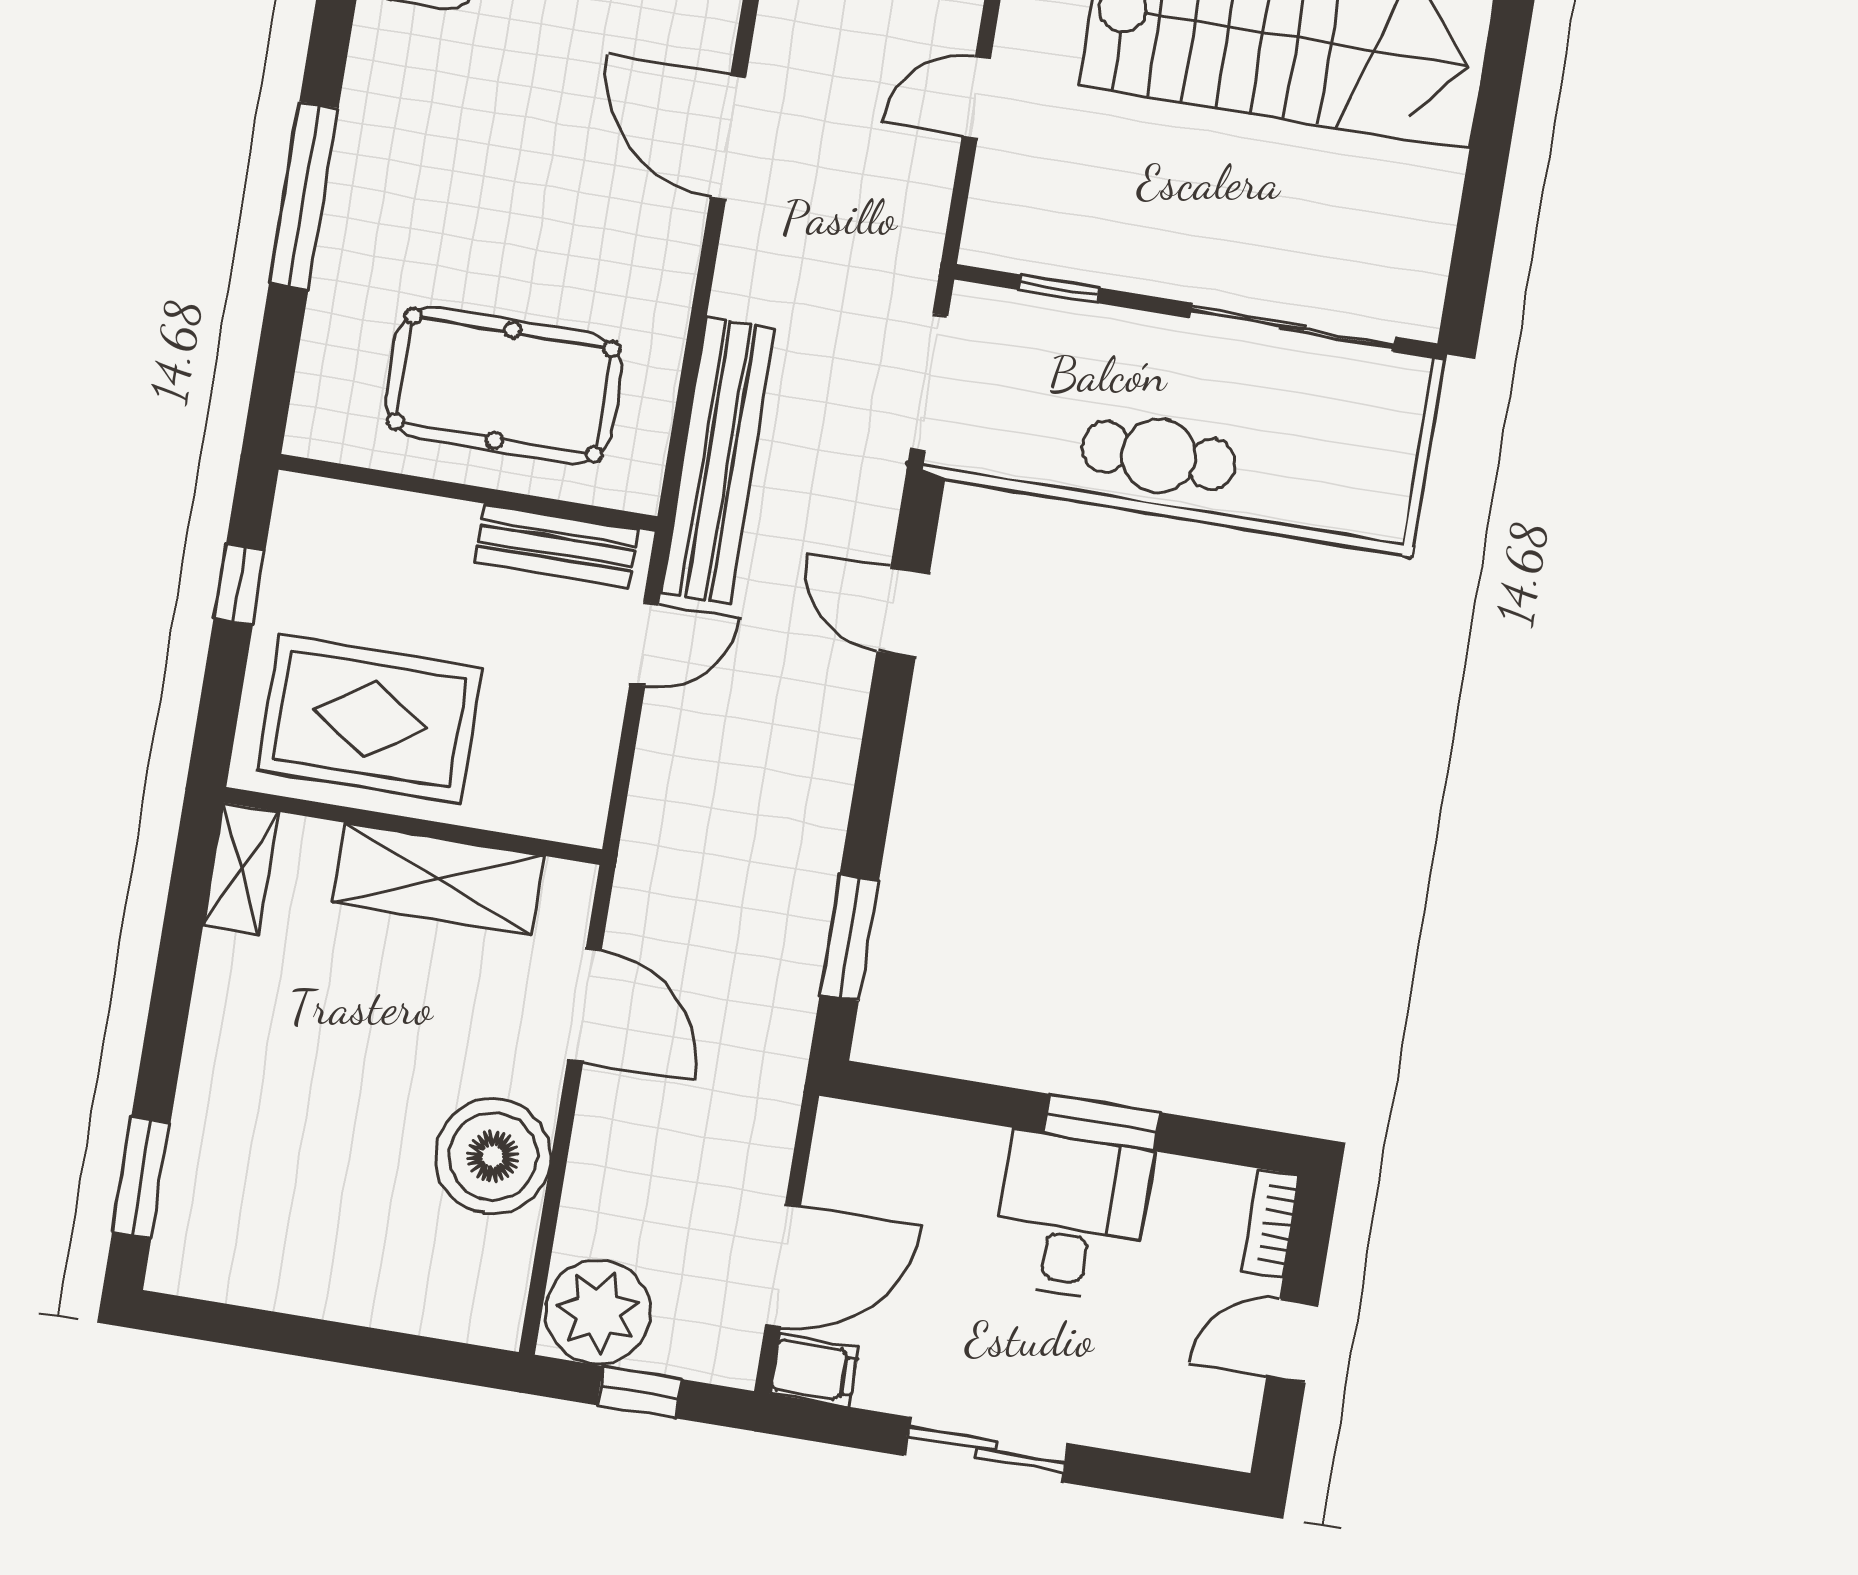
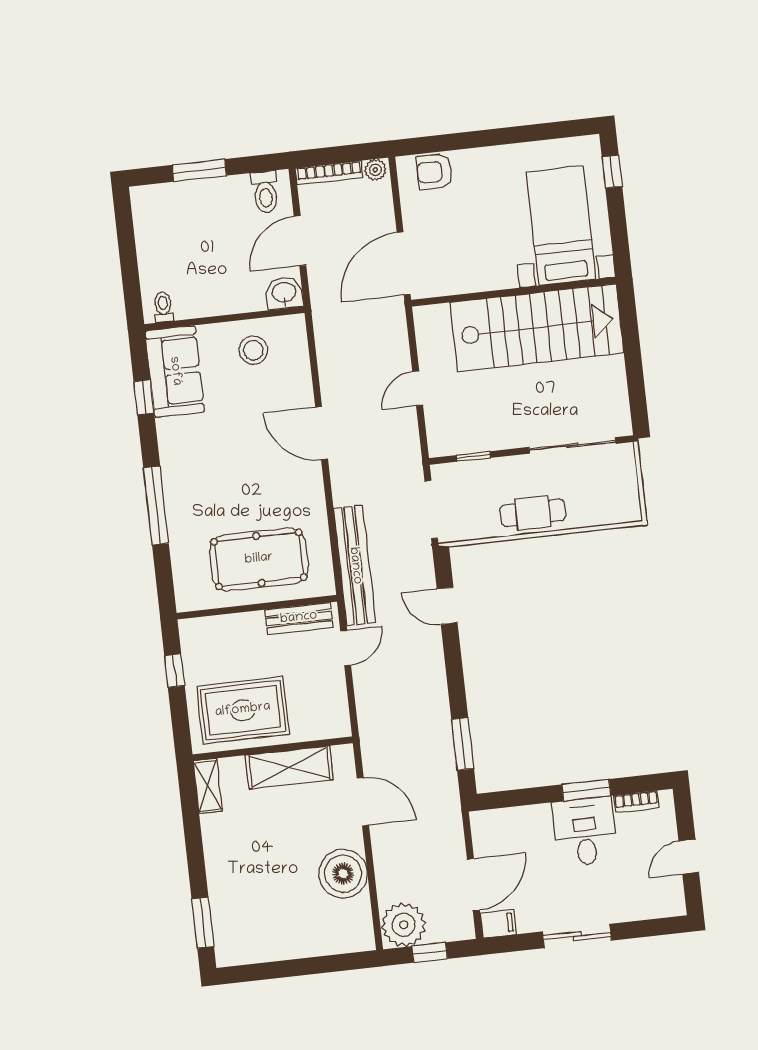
bookcase: (1271, 1223) -> (636, 802), moved, turned -90

